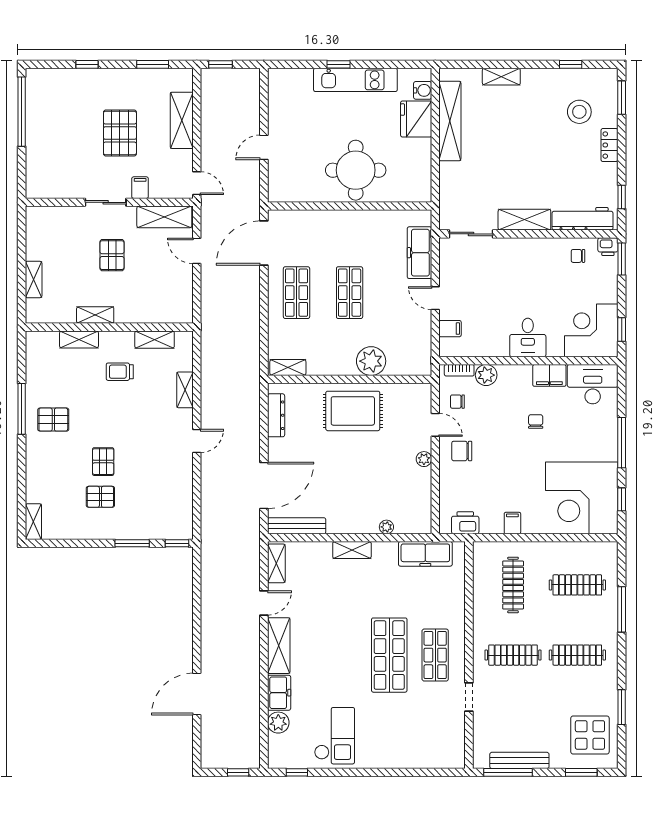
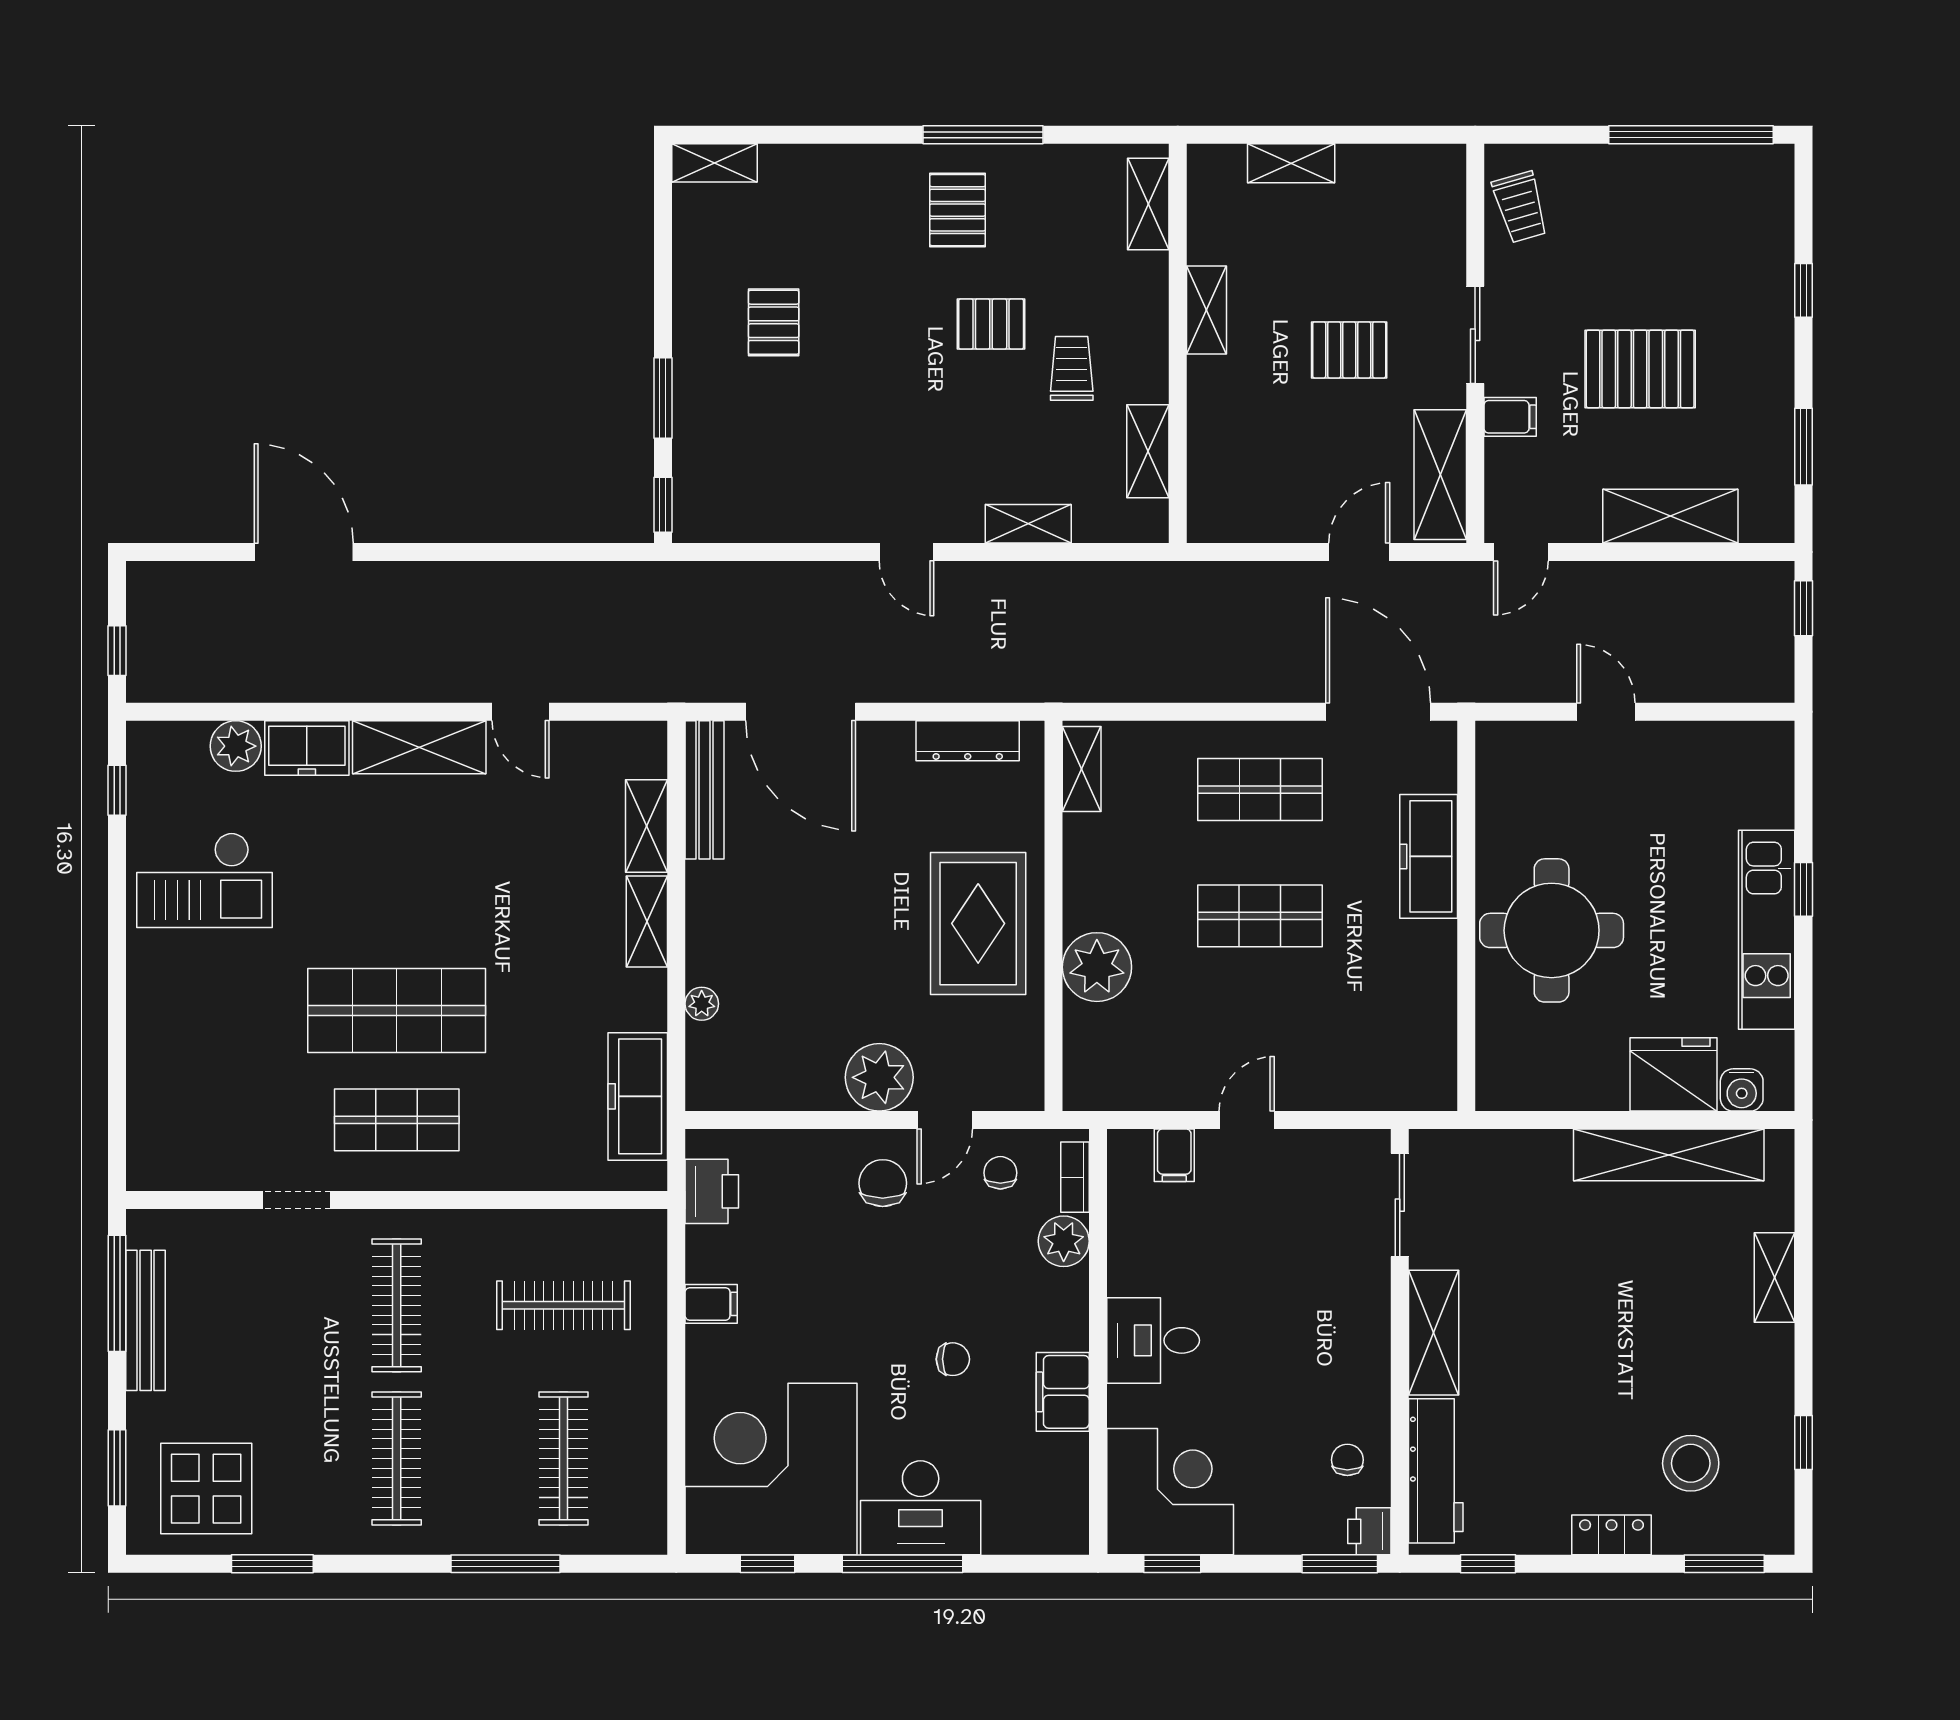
trolley: (52, 183) -> (1520, 207), added
freezer: (419, 253) -> (1429, 856), moved, turned -90
shelving: (79, 339) -> (1148, 204), moved
desk: (593, 384) -> (921, 1508), moved, turned 90
plant: (424, 459) -> (879, 1077), width x1.88, depth x1.88
pallet: (103, 462) -> (991, 324), moved
shelving: (276, 563) -> (647, 826), moved, turned 90

